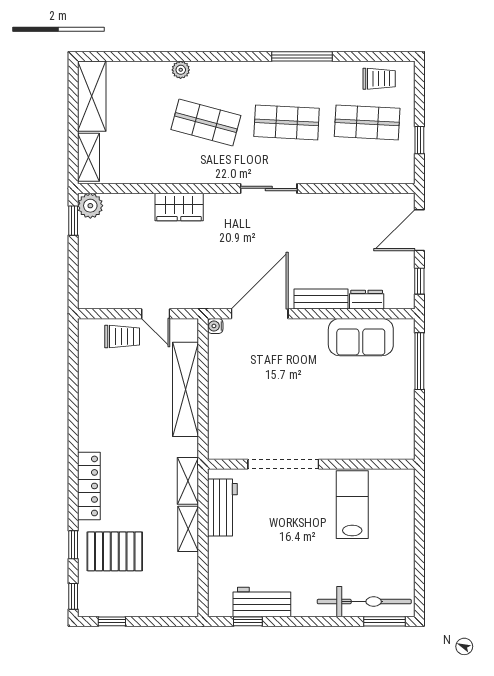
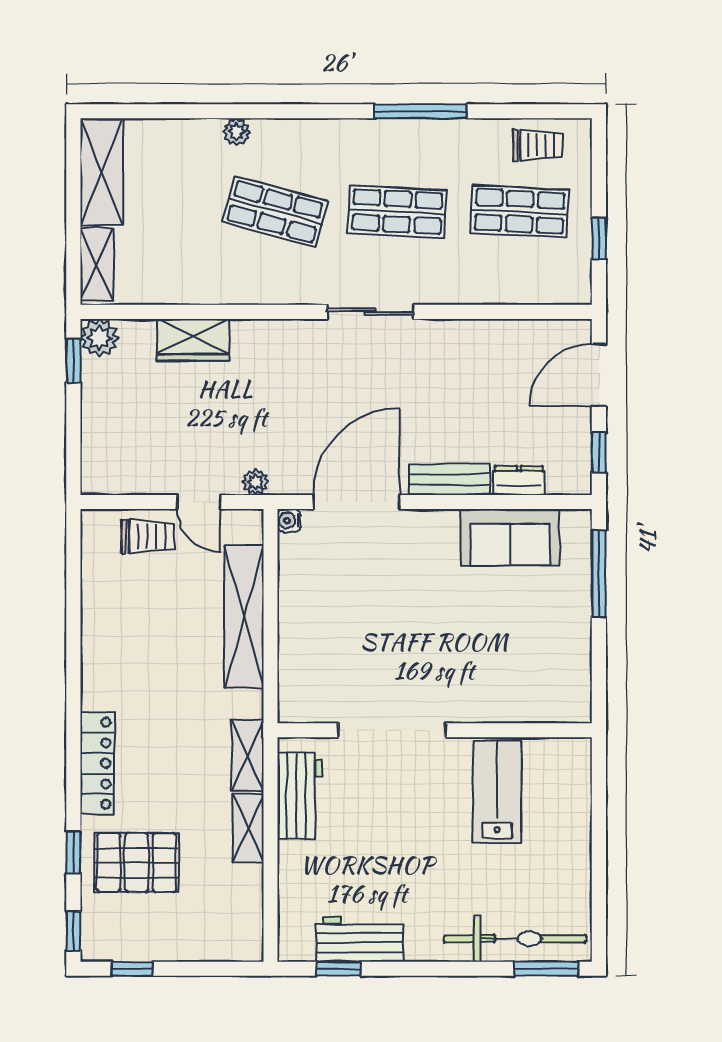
wardrobe: (179, 207) -> (193, 340), moved
plant: (193, 301) -> (255, 482), added

